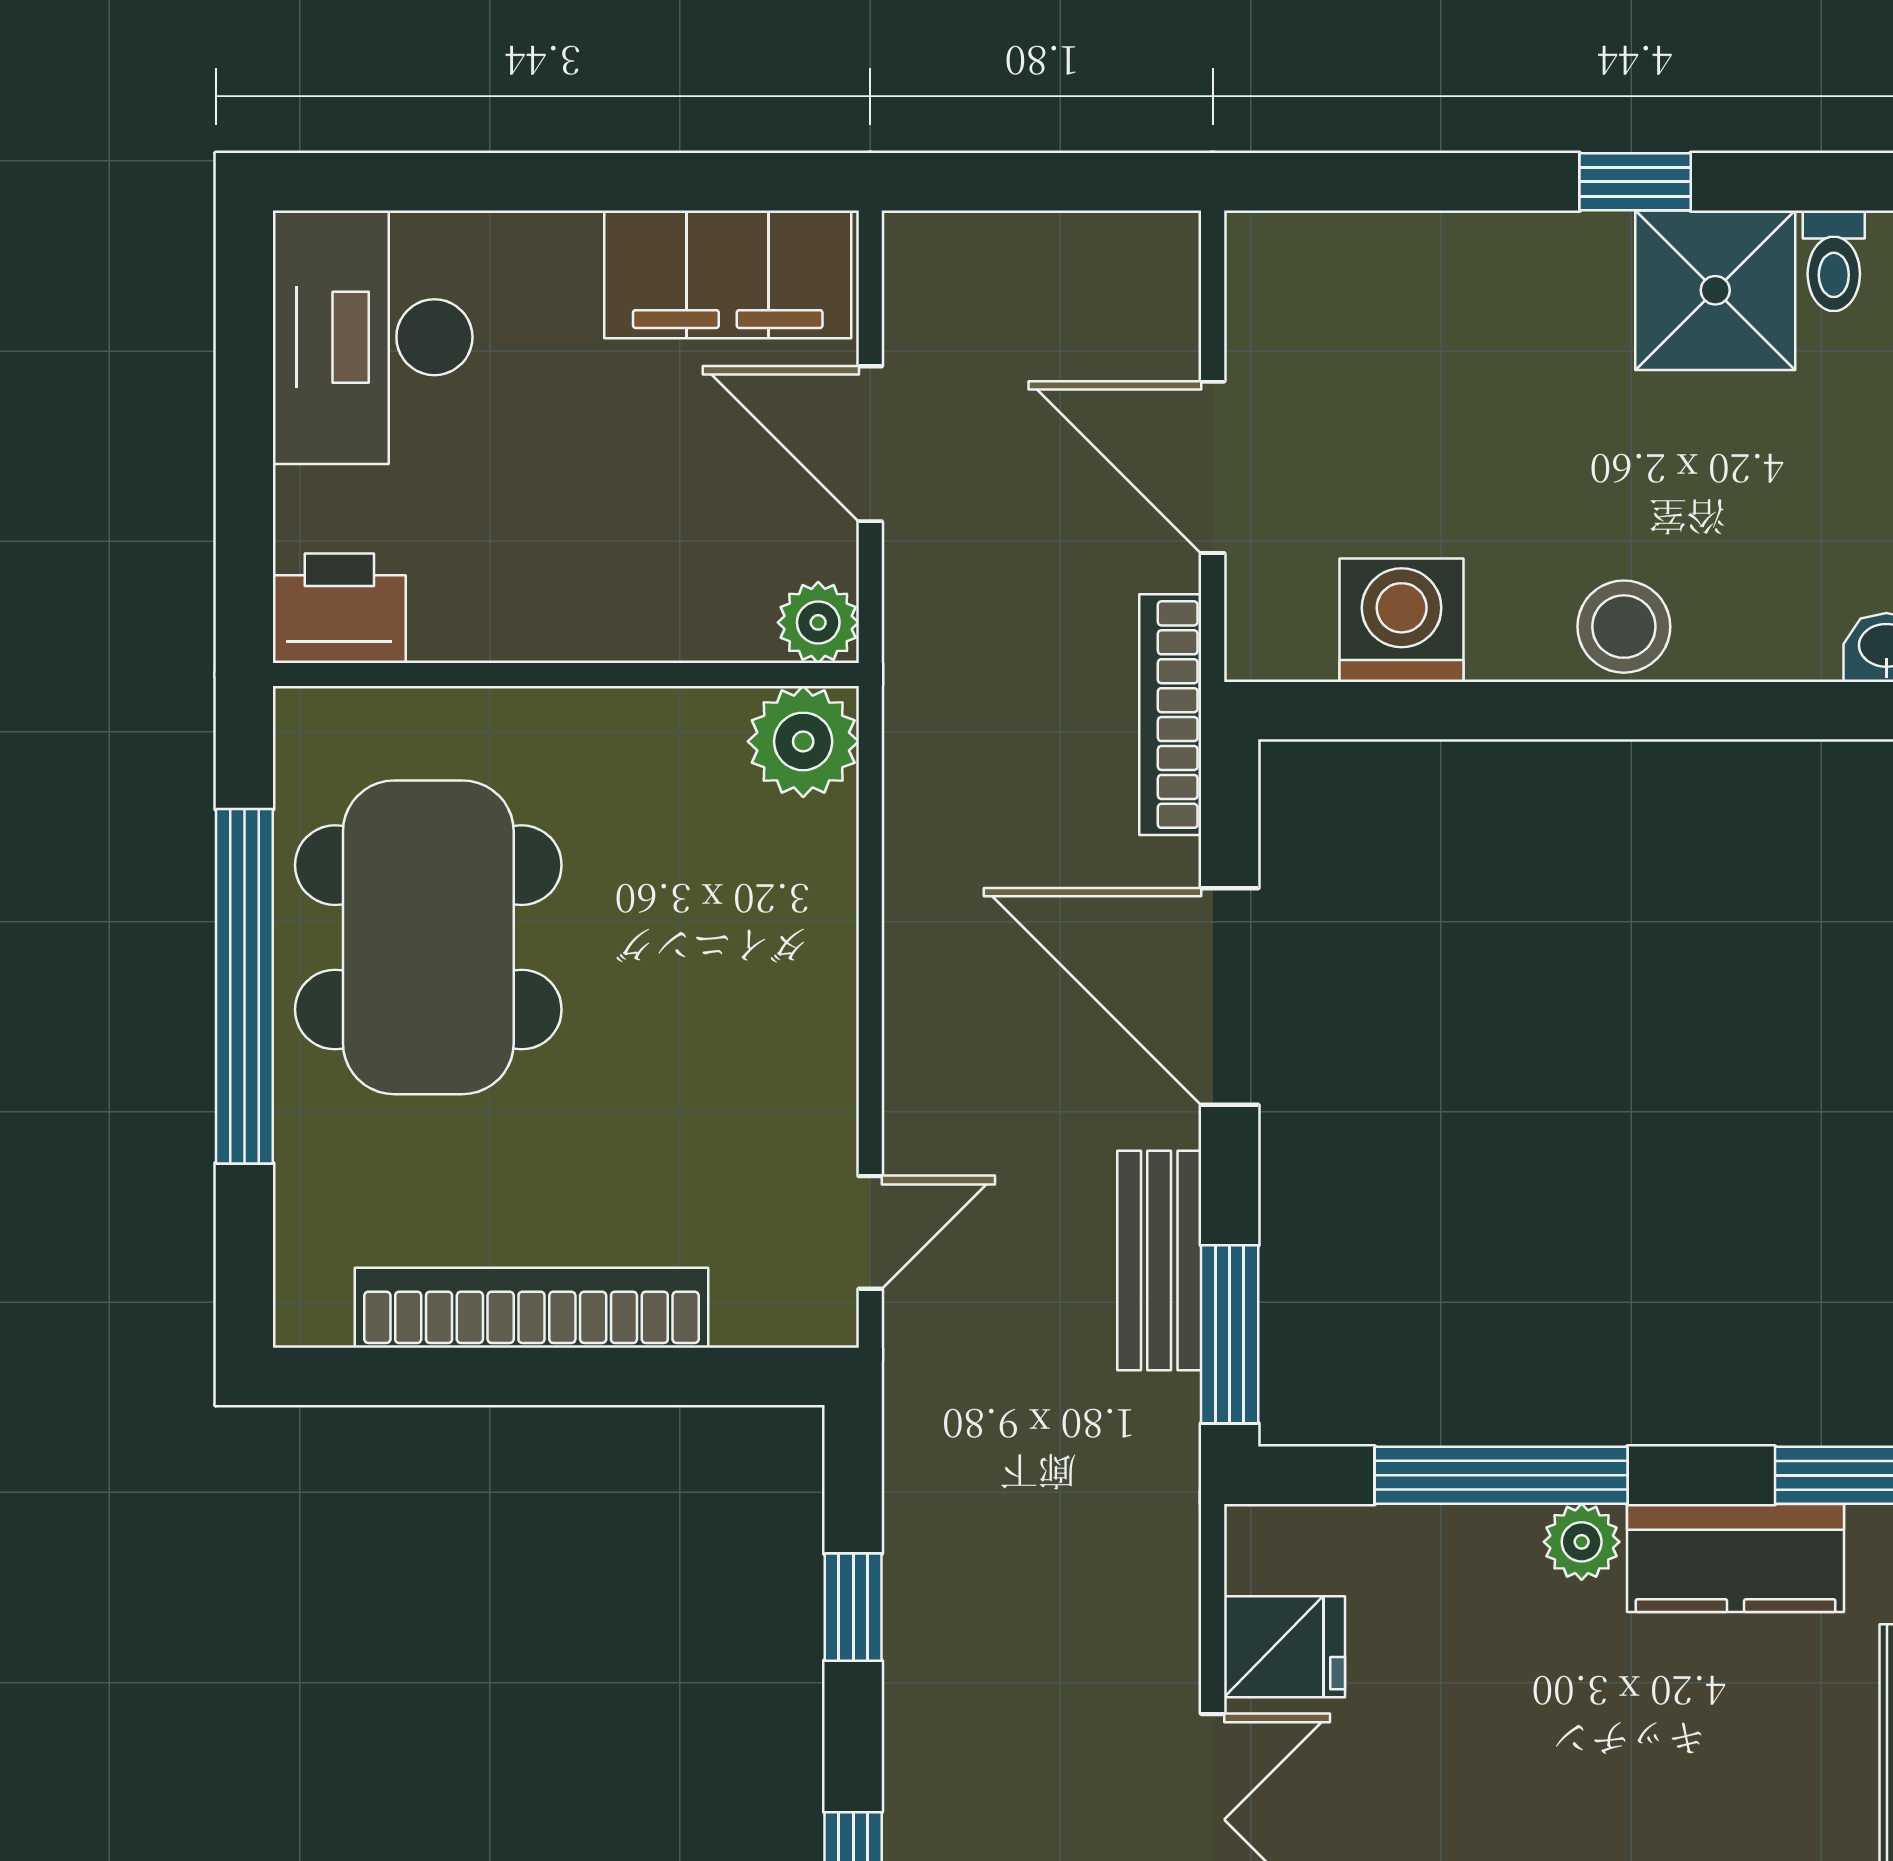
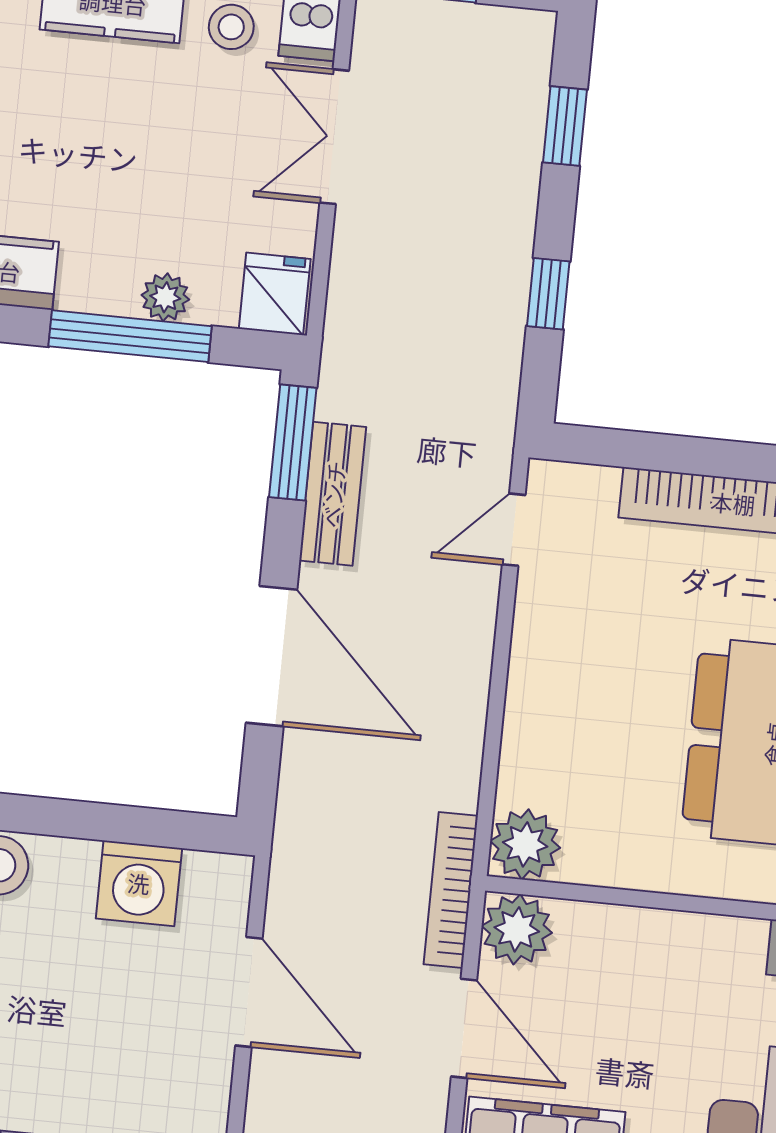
plant: (818, 622) -> (517, 929), width x1.38, depth x1.38
bookcase: (1170, 715) -> (451, 890), moved, turned 180
plant: (1582, 1542) -> (165, 297), moved
fridge: (1284, 1647) -> (275, 294), moved, turned 90

